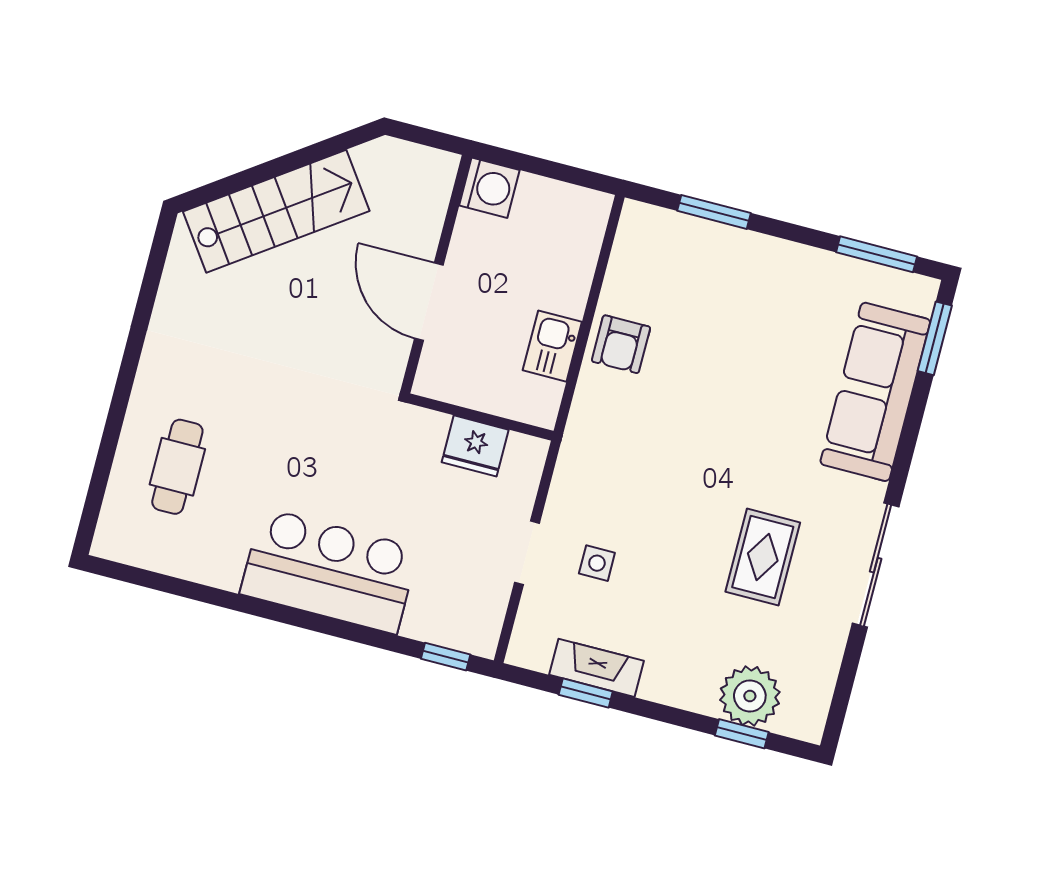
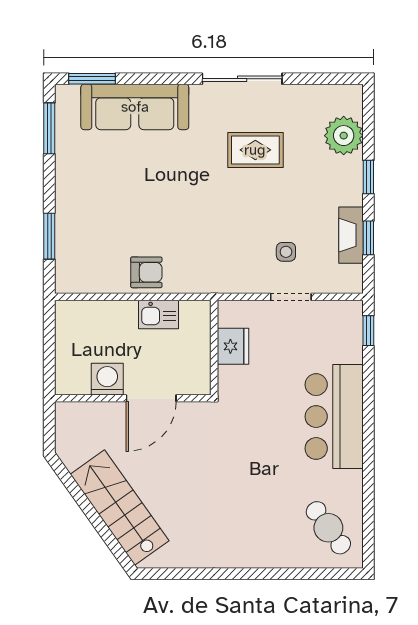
washing machine: (489, 188) -> (107, 379), moved
cafe table: (177, 467) -> (328, 528), moved, turned 54
window: (742, 734) -> (368, 177), moved

